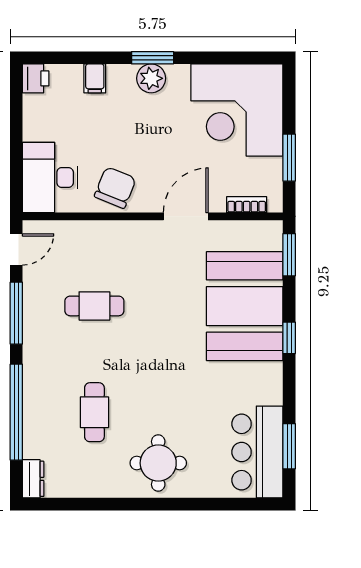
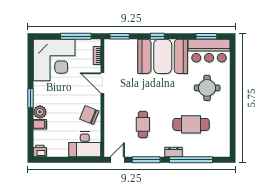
plant: (151, 78) -> (40, 112), moved
window: (289, 158) -> (76, 36), width x1.44
door: (16, 249) -> (117, 160), hinge flipped
booth: (245, 306) -> (163, 56), moved
cafe table: (94, 412) -> (191, 124), width x1.37, depth x1.35
round table: (158, 463) -> (207, 88), moved
dresser: (33, 479) -> (173, 152), moved

